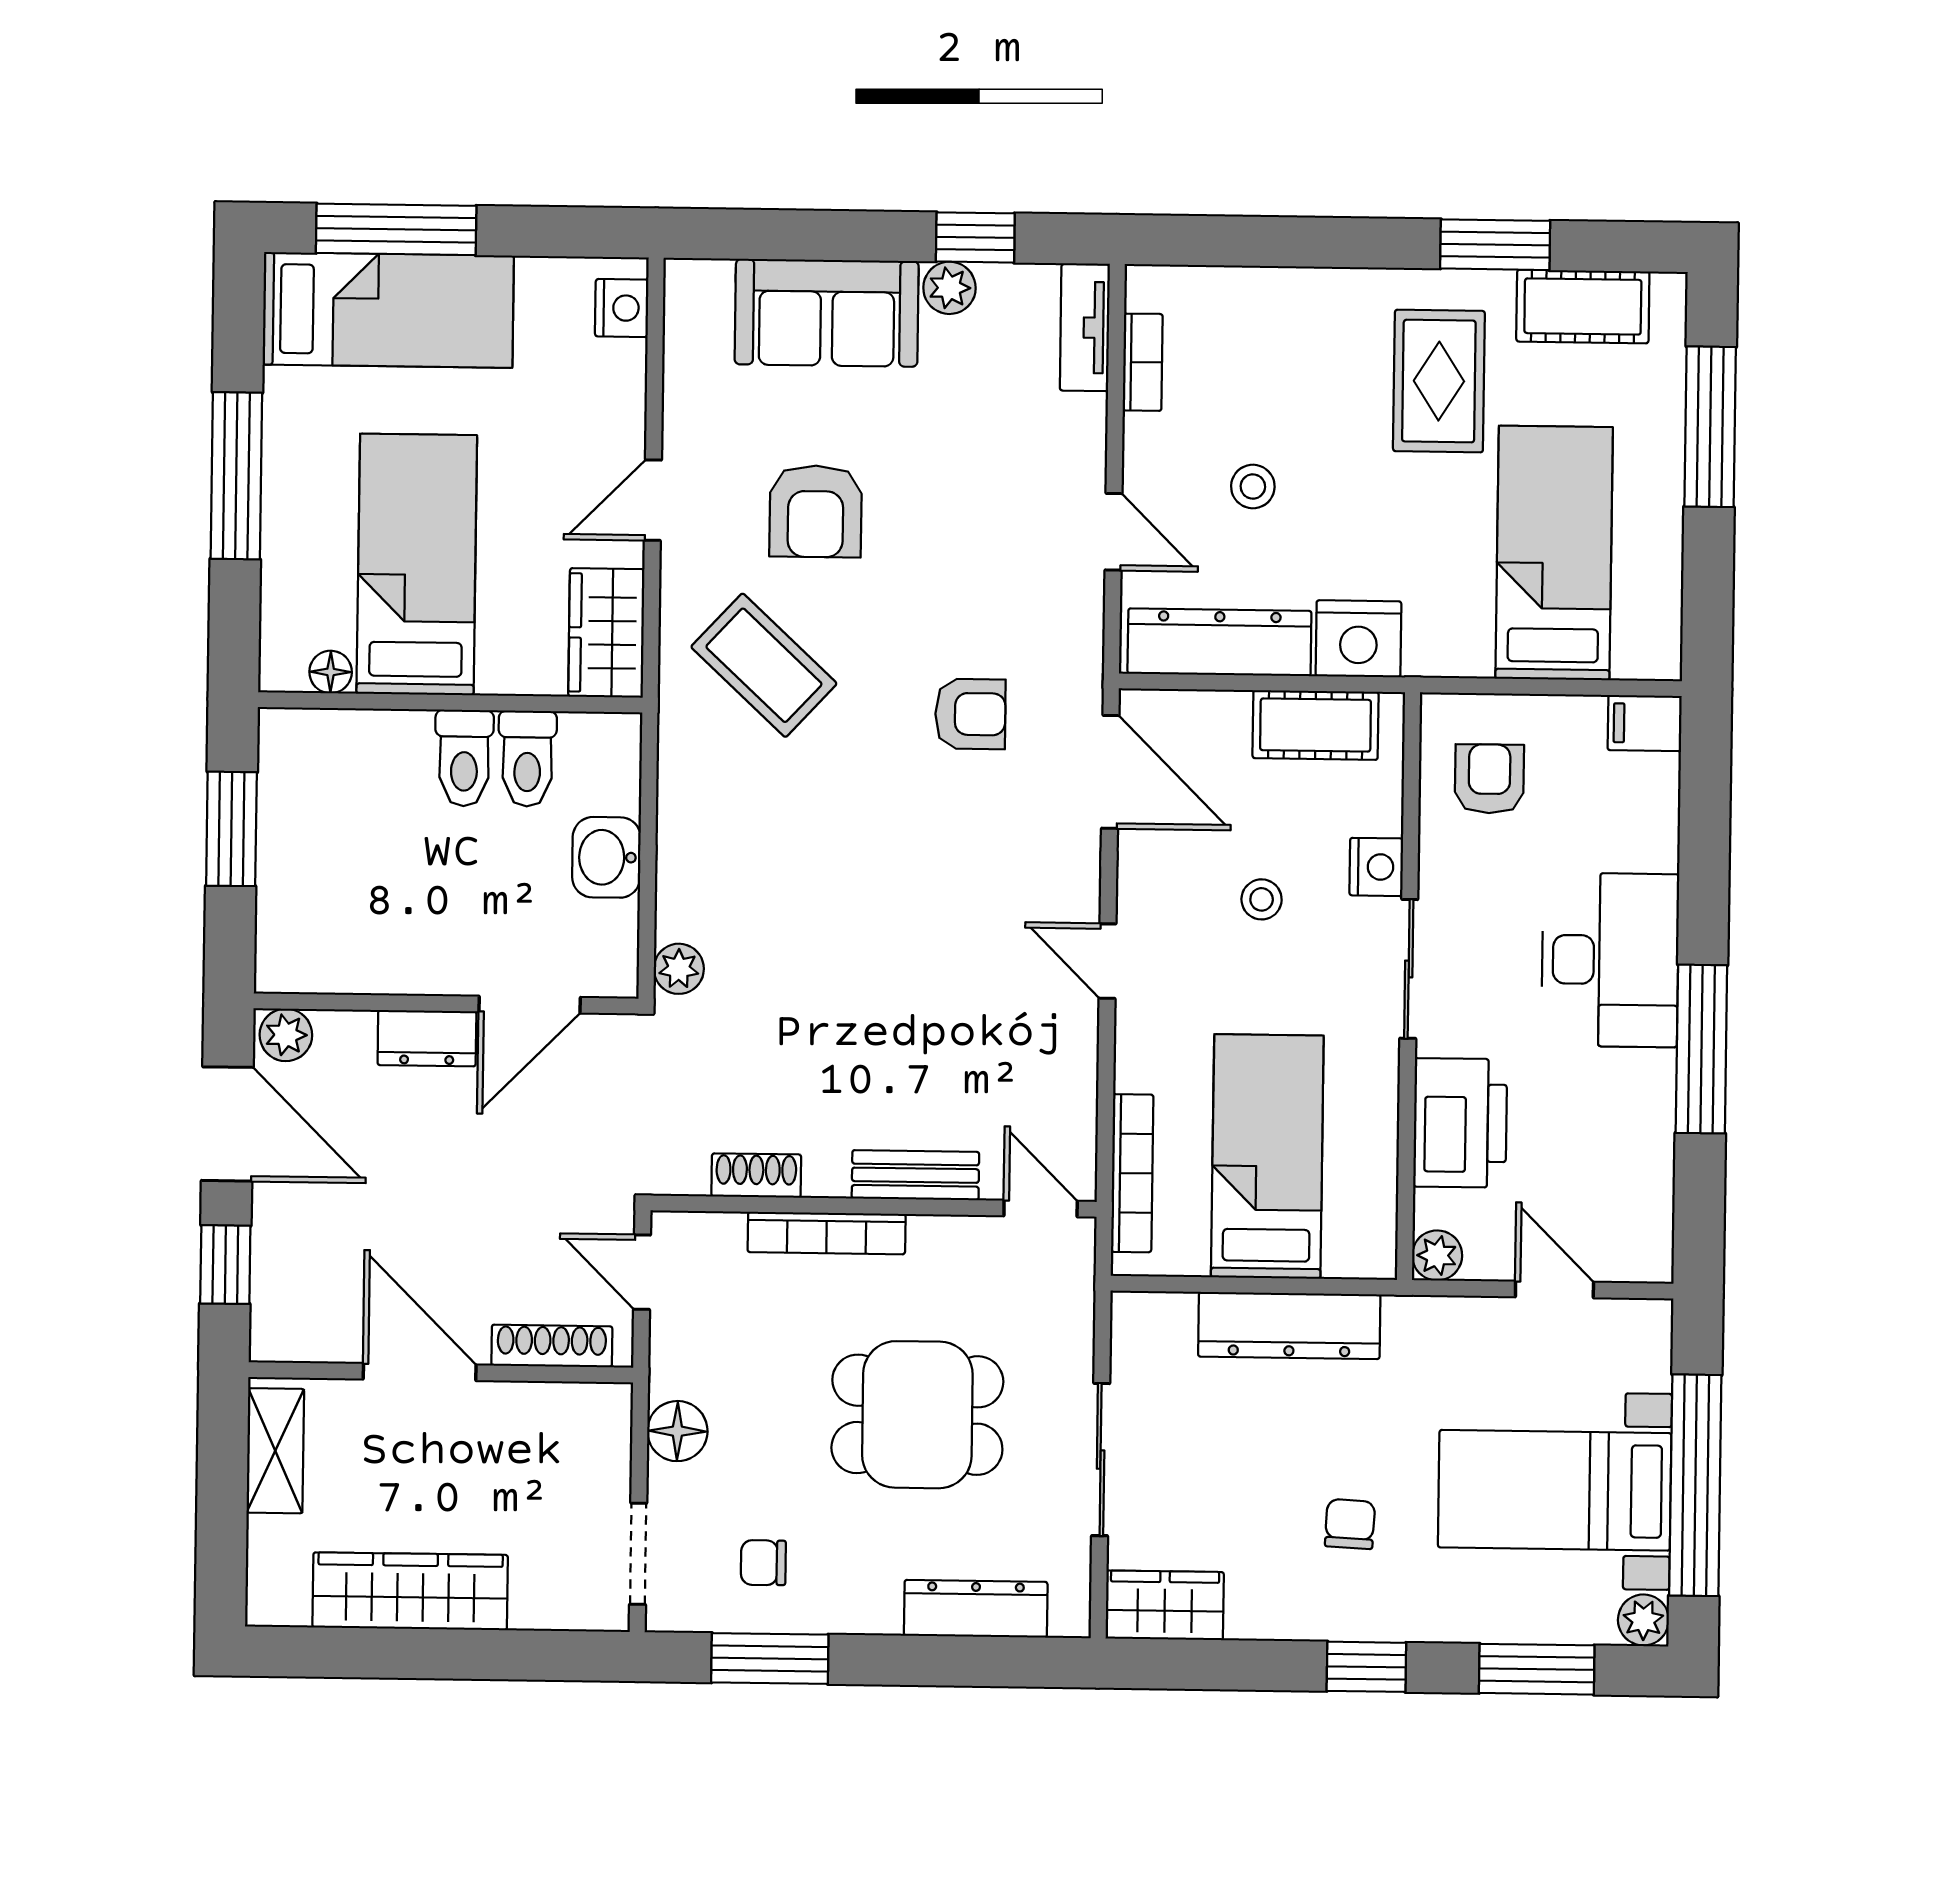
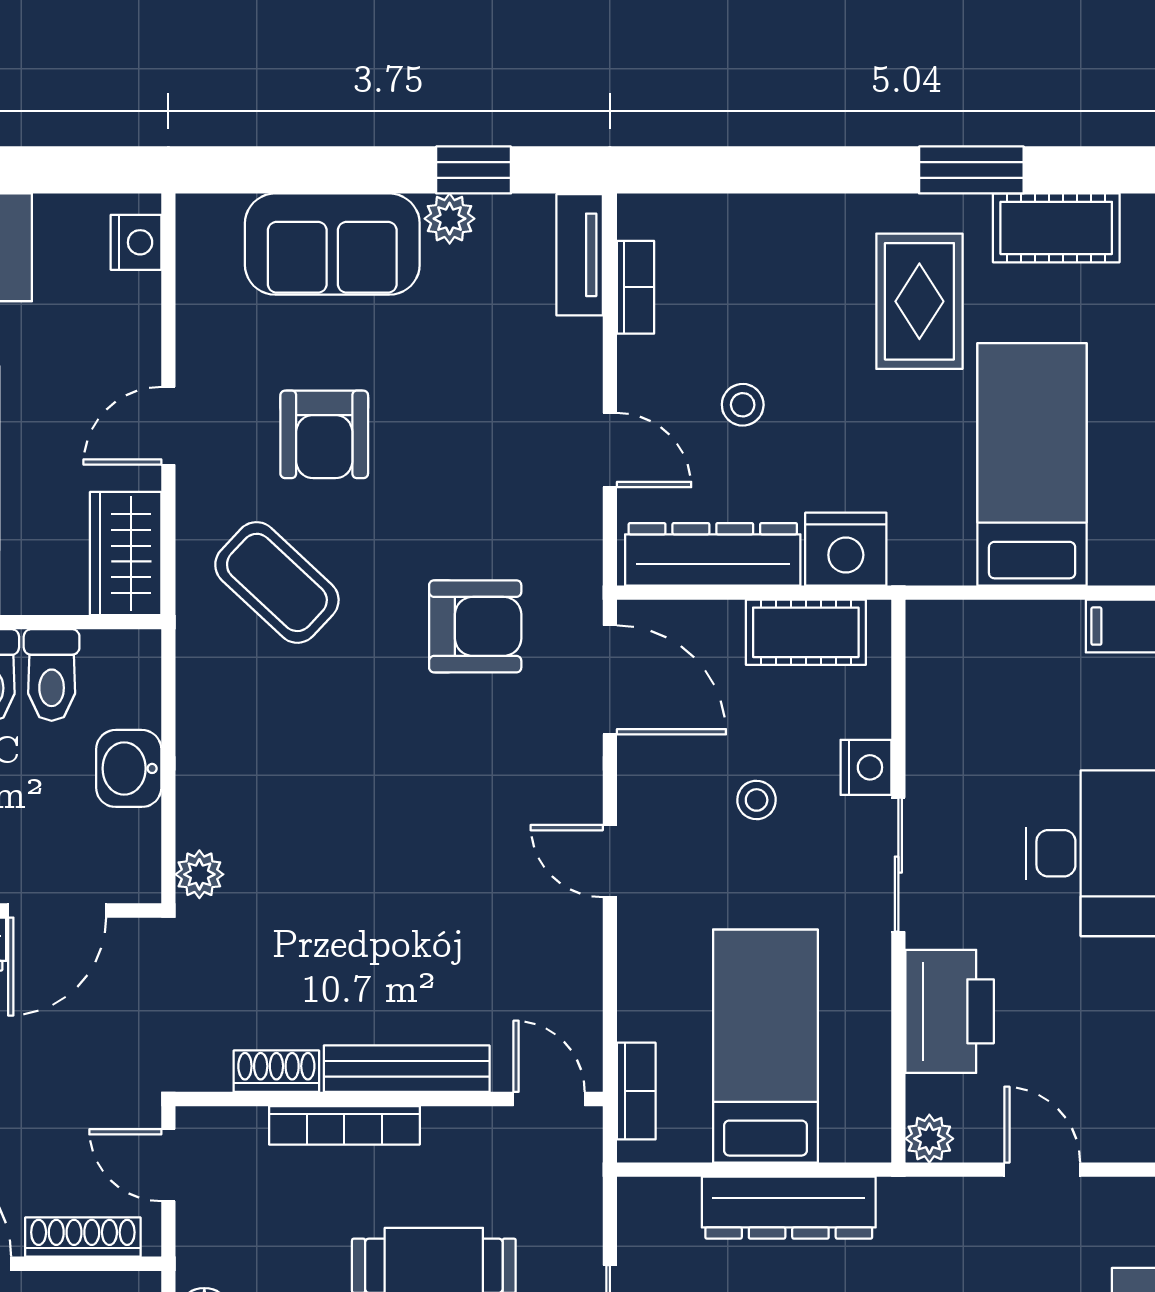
armchair: (970, 714) -> (475, 626), width x1.38, depth x1.38
armchair: (1489, 779) -> (973, 681), removed
bookcase: (1132, 1173) -> (636, 1091), width x0.64
bench: (915, 1175) -> (407, 1069), width x1.36

